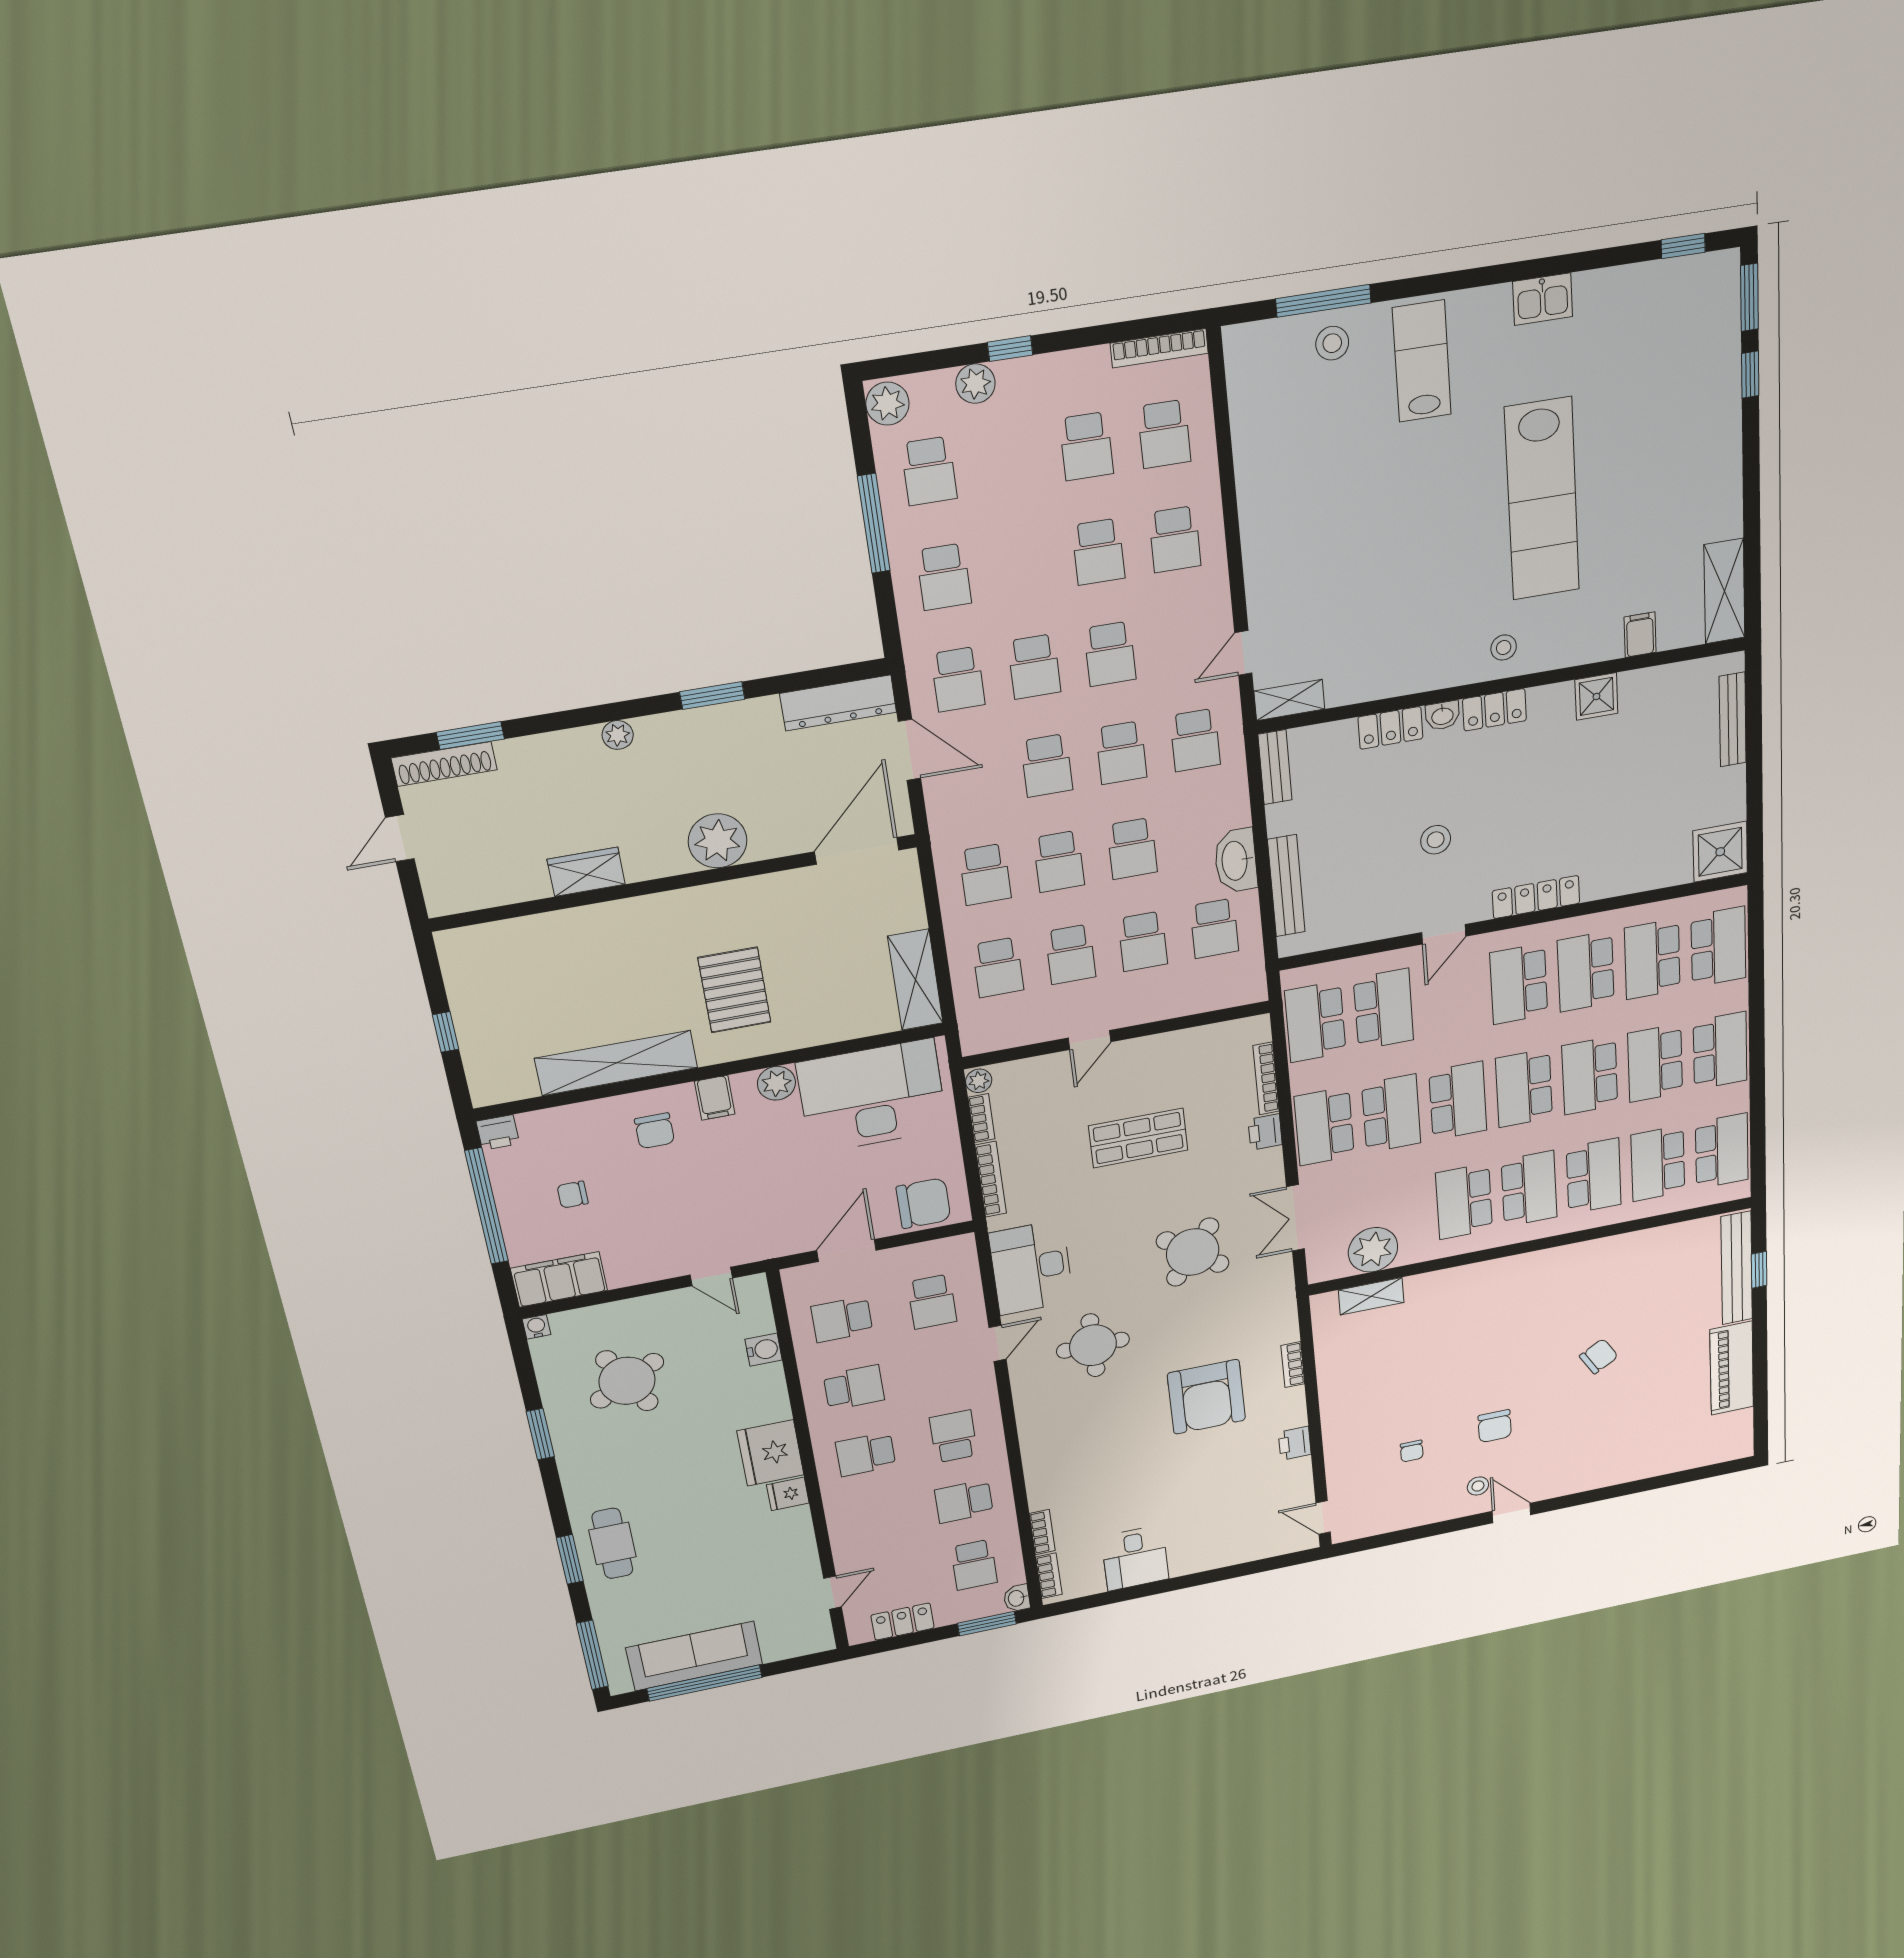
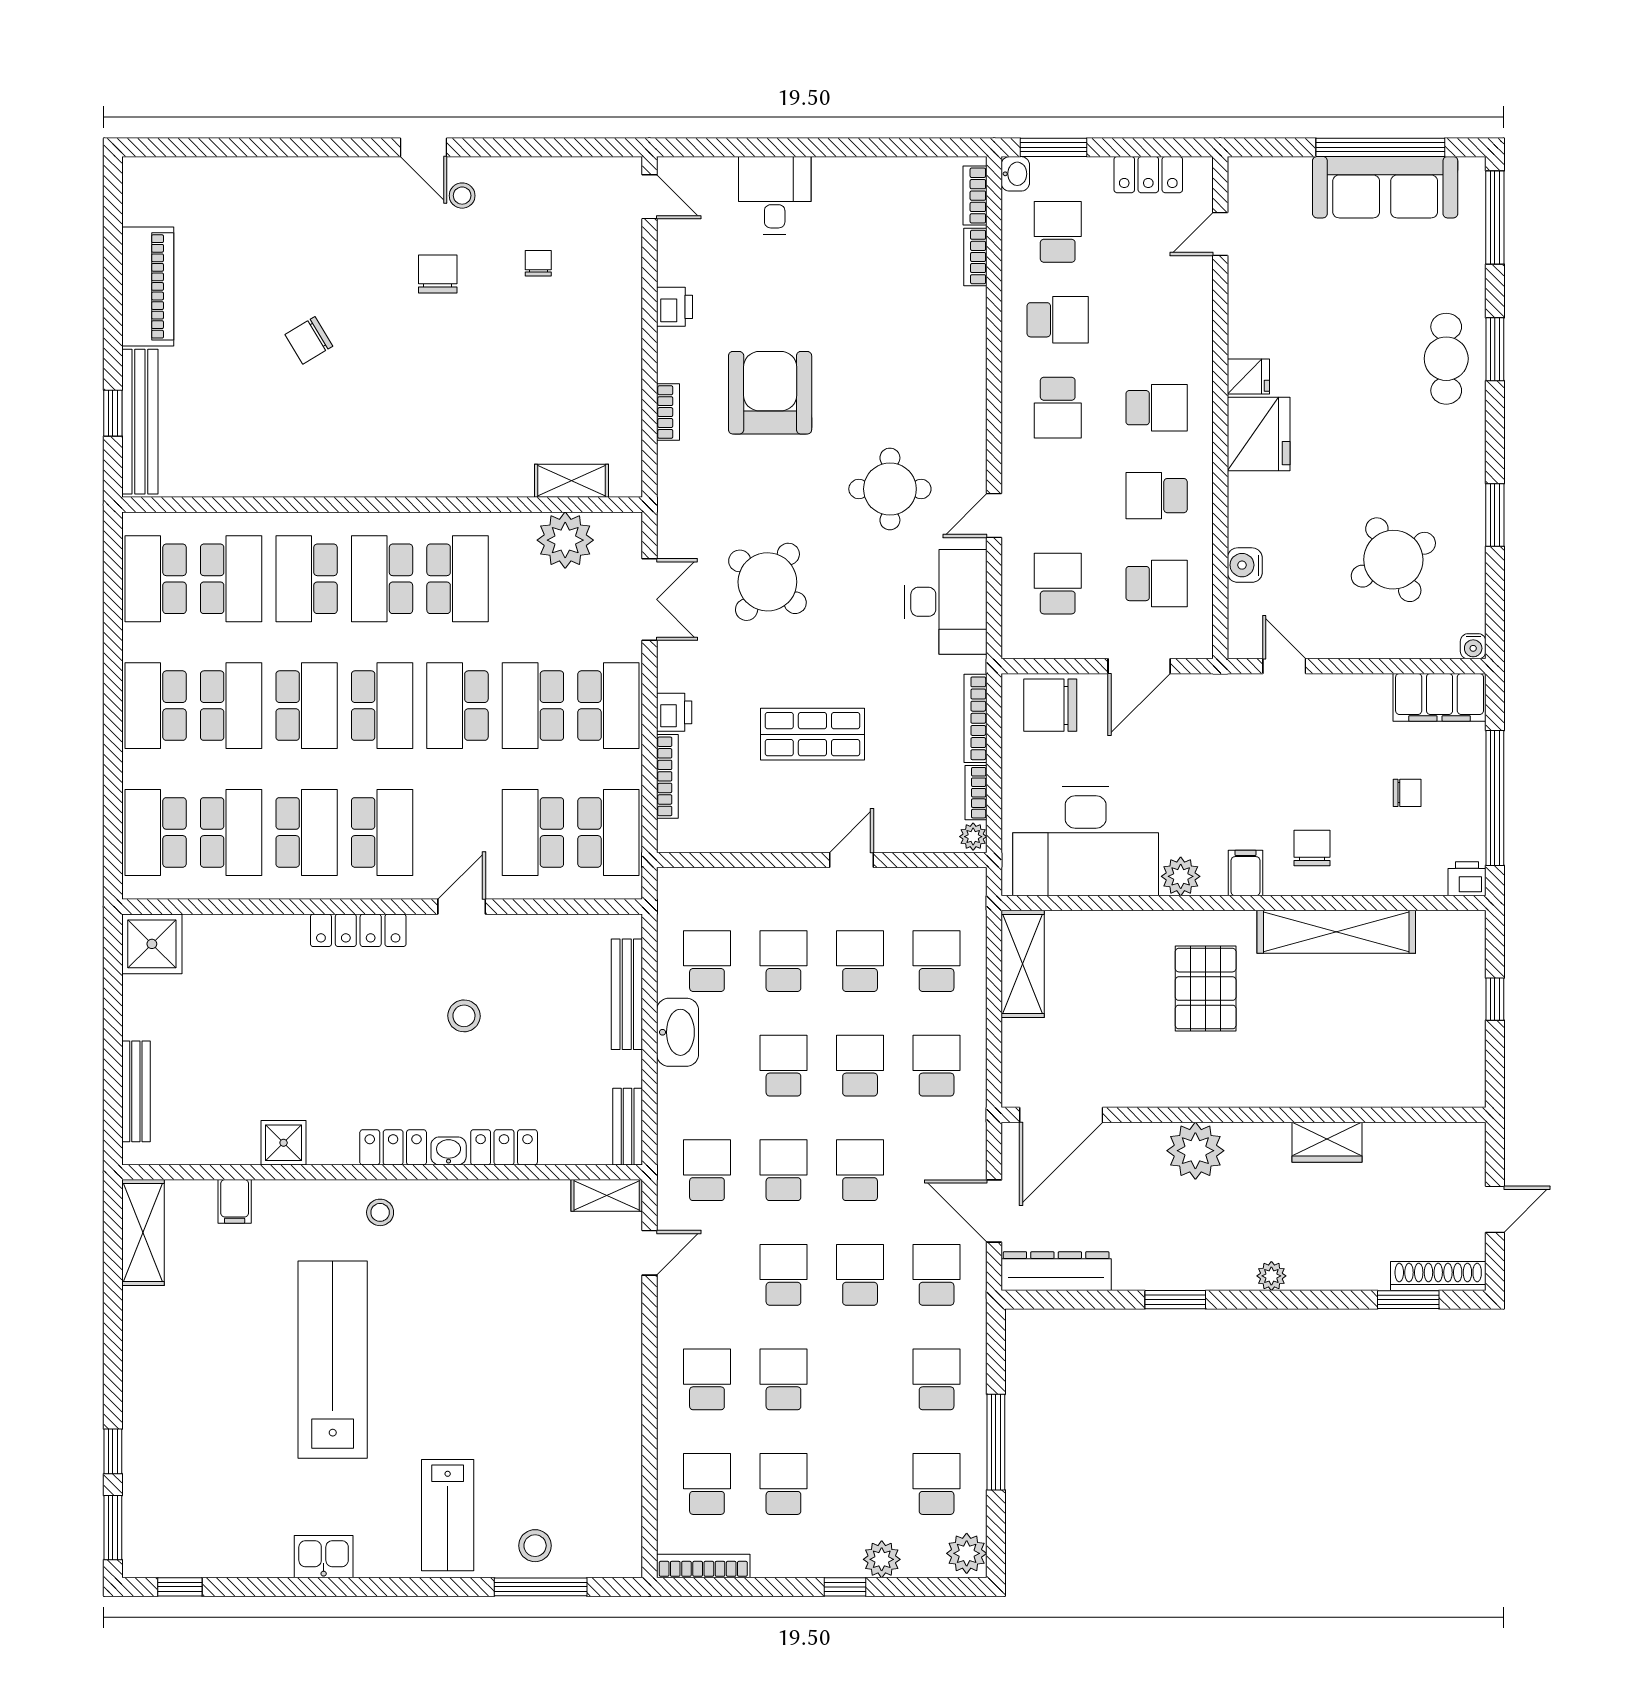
desk: (1135, 1558) -> (775, 195), moved

